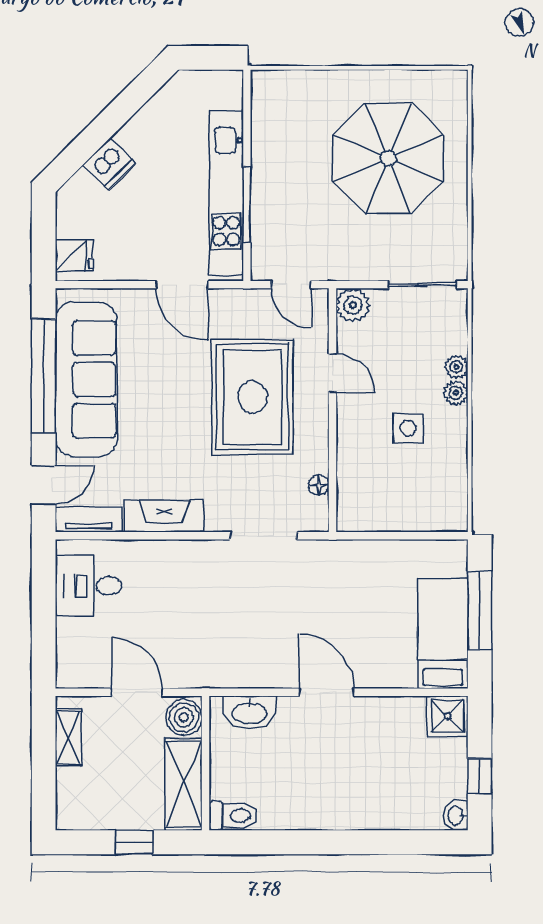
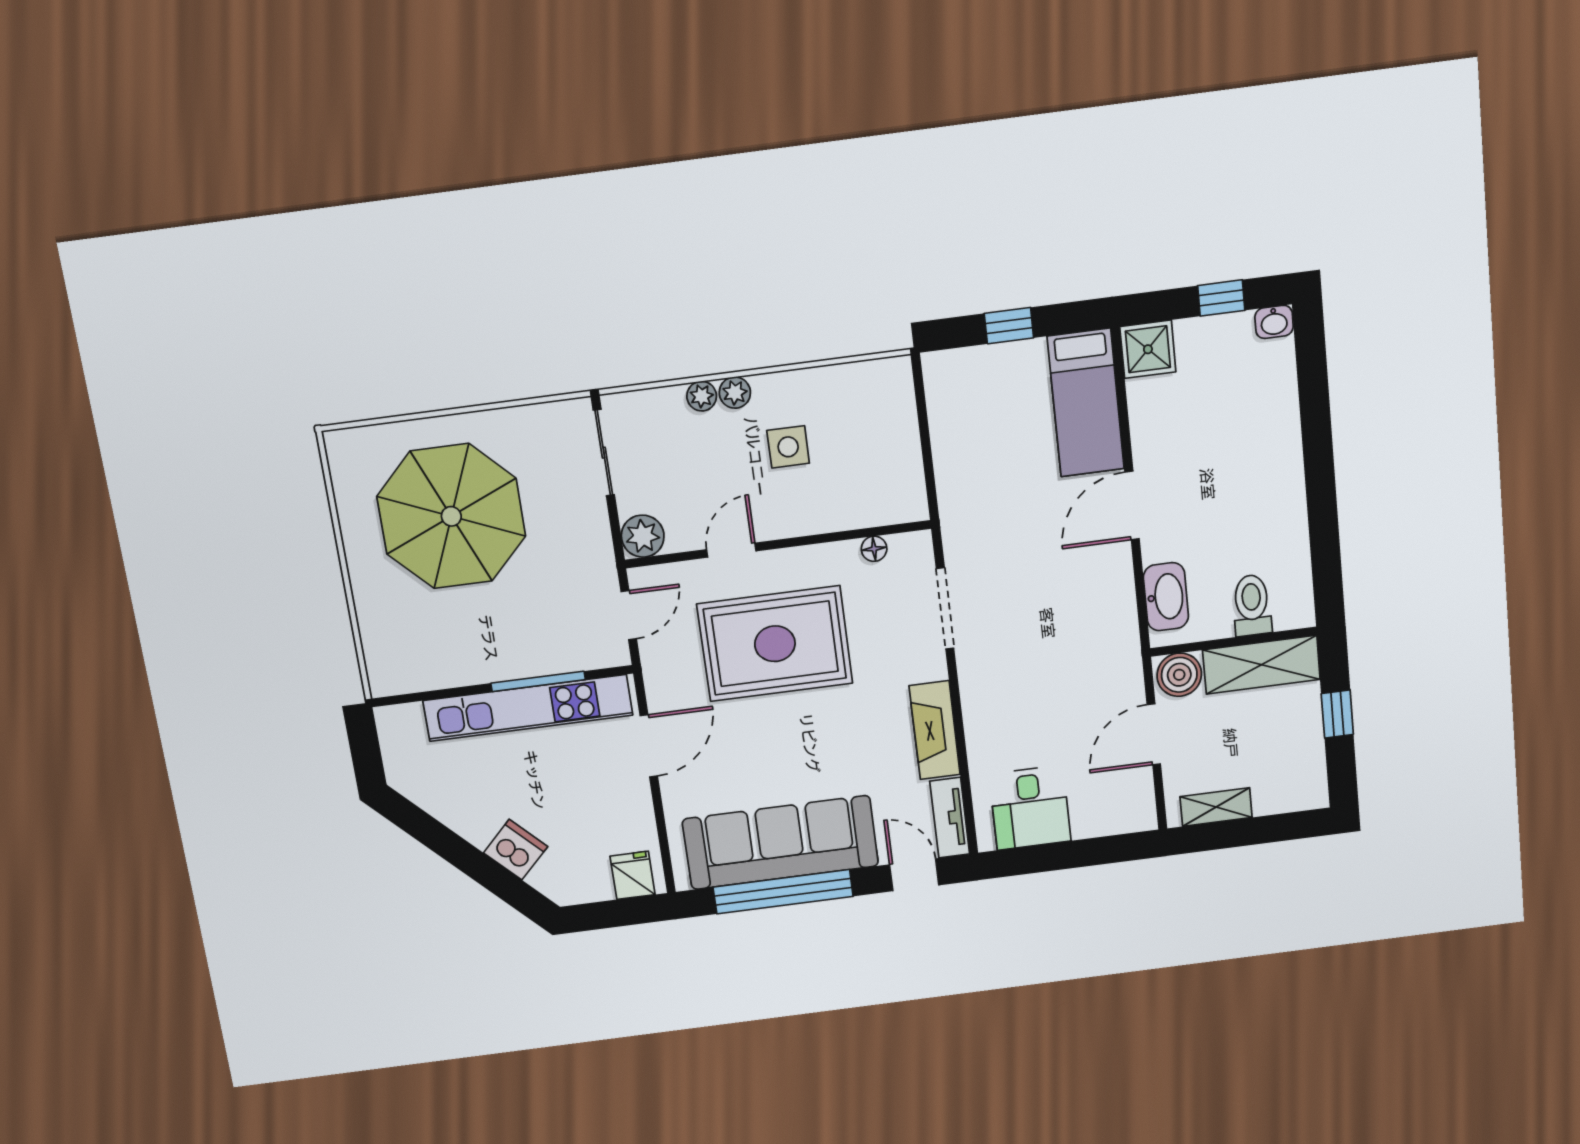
window: (480, 610) -> (1009, 326), width x0.46
bed: (443, 633) -> (1086, 403), moved, turned -90
toilet: (234, 816) -> (1252, 605), moved

